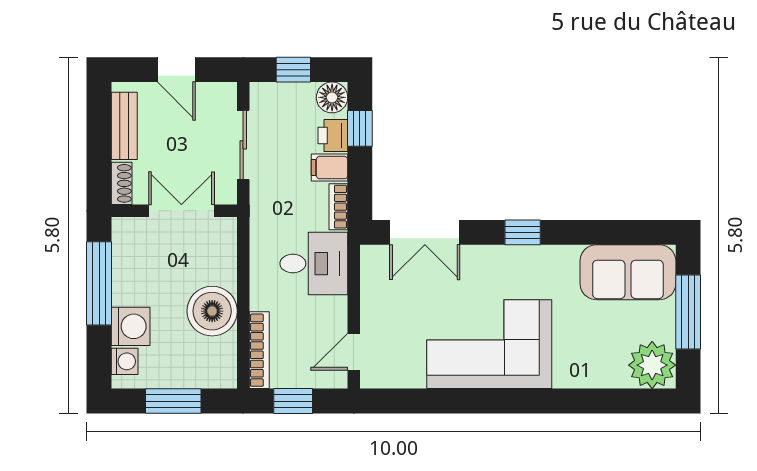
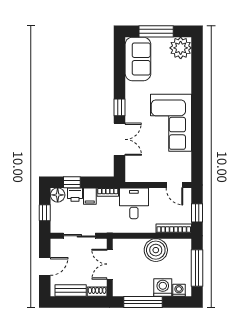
double door: (425, 232) -> (120, 139), moved
window: (173, 401) -> (197, 268), width x1.44

